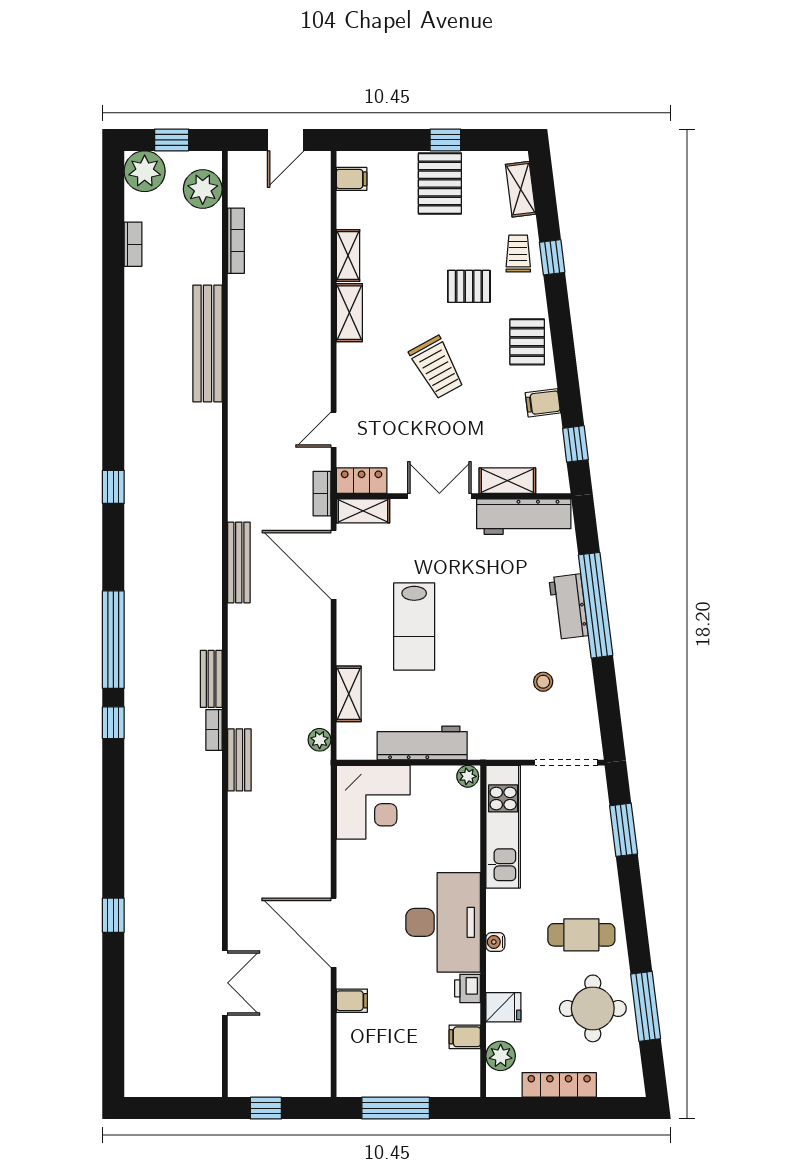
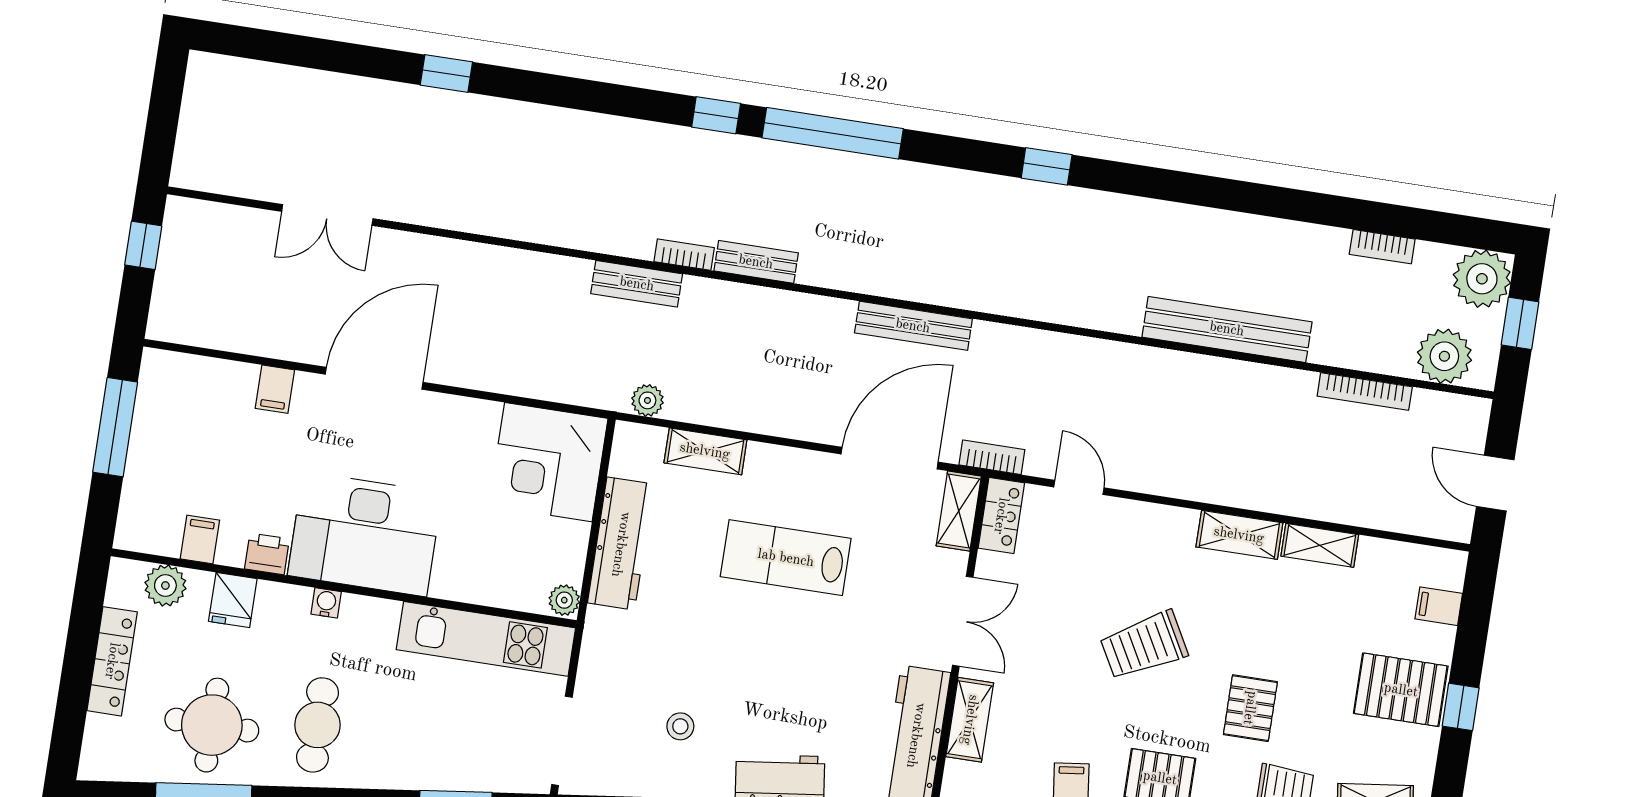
filing cabinet: (352, 179) -> (1439, 606), moved, turned 90

